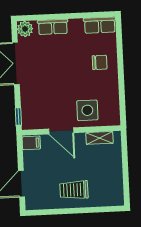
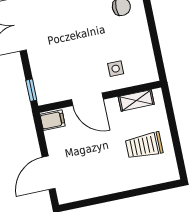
side table: (87, 110) -> (116, 69), width x0.54, depth x0.54
trolley: (74, 190) -> (144, 146), moved

